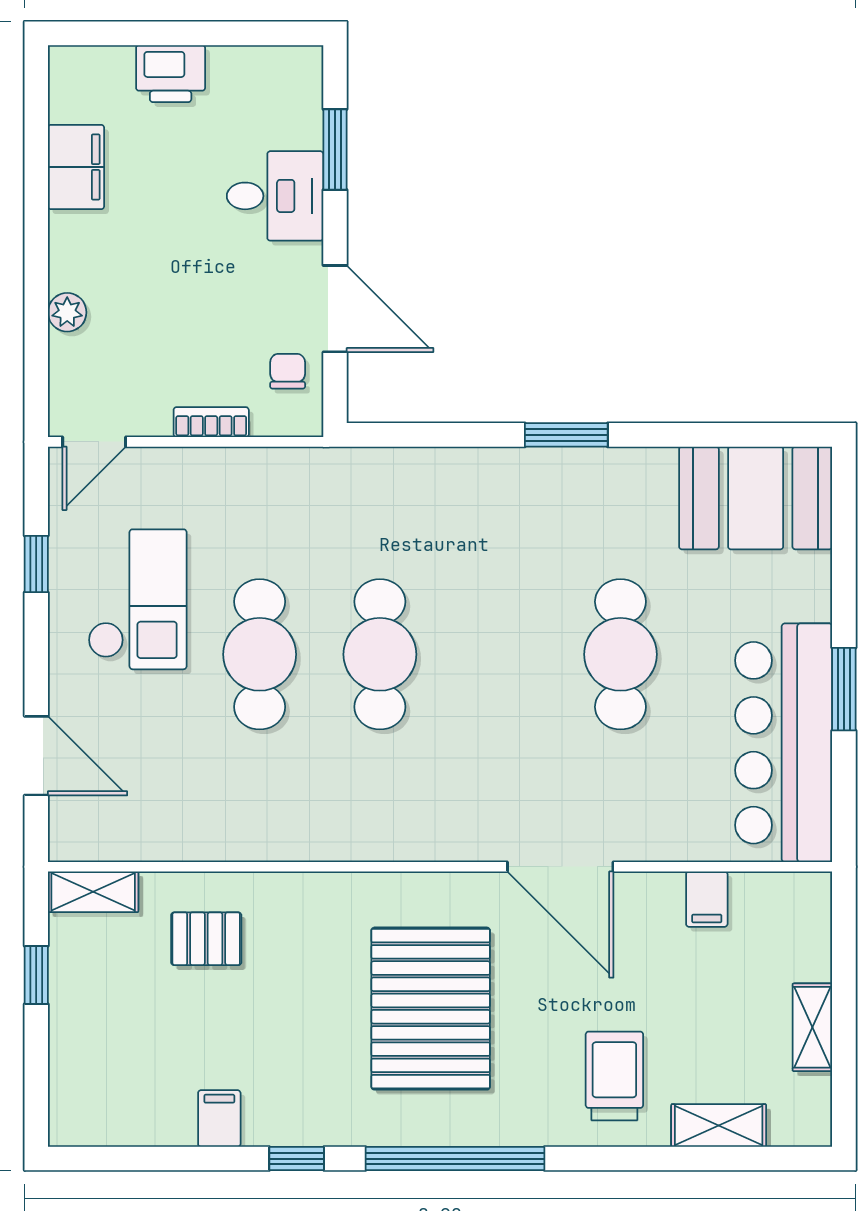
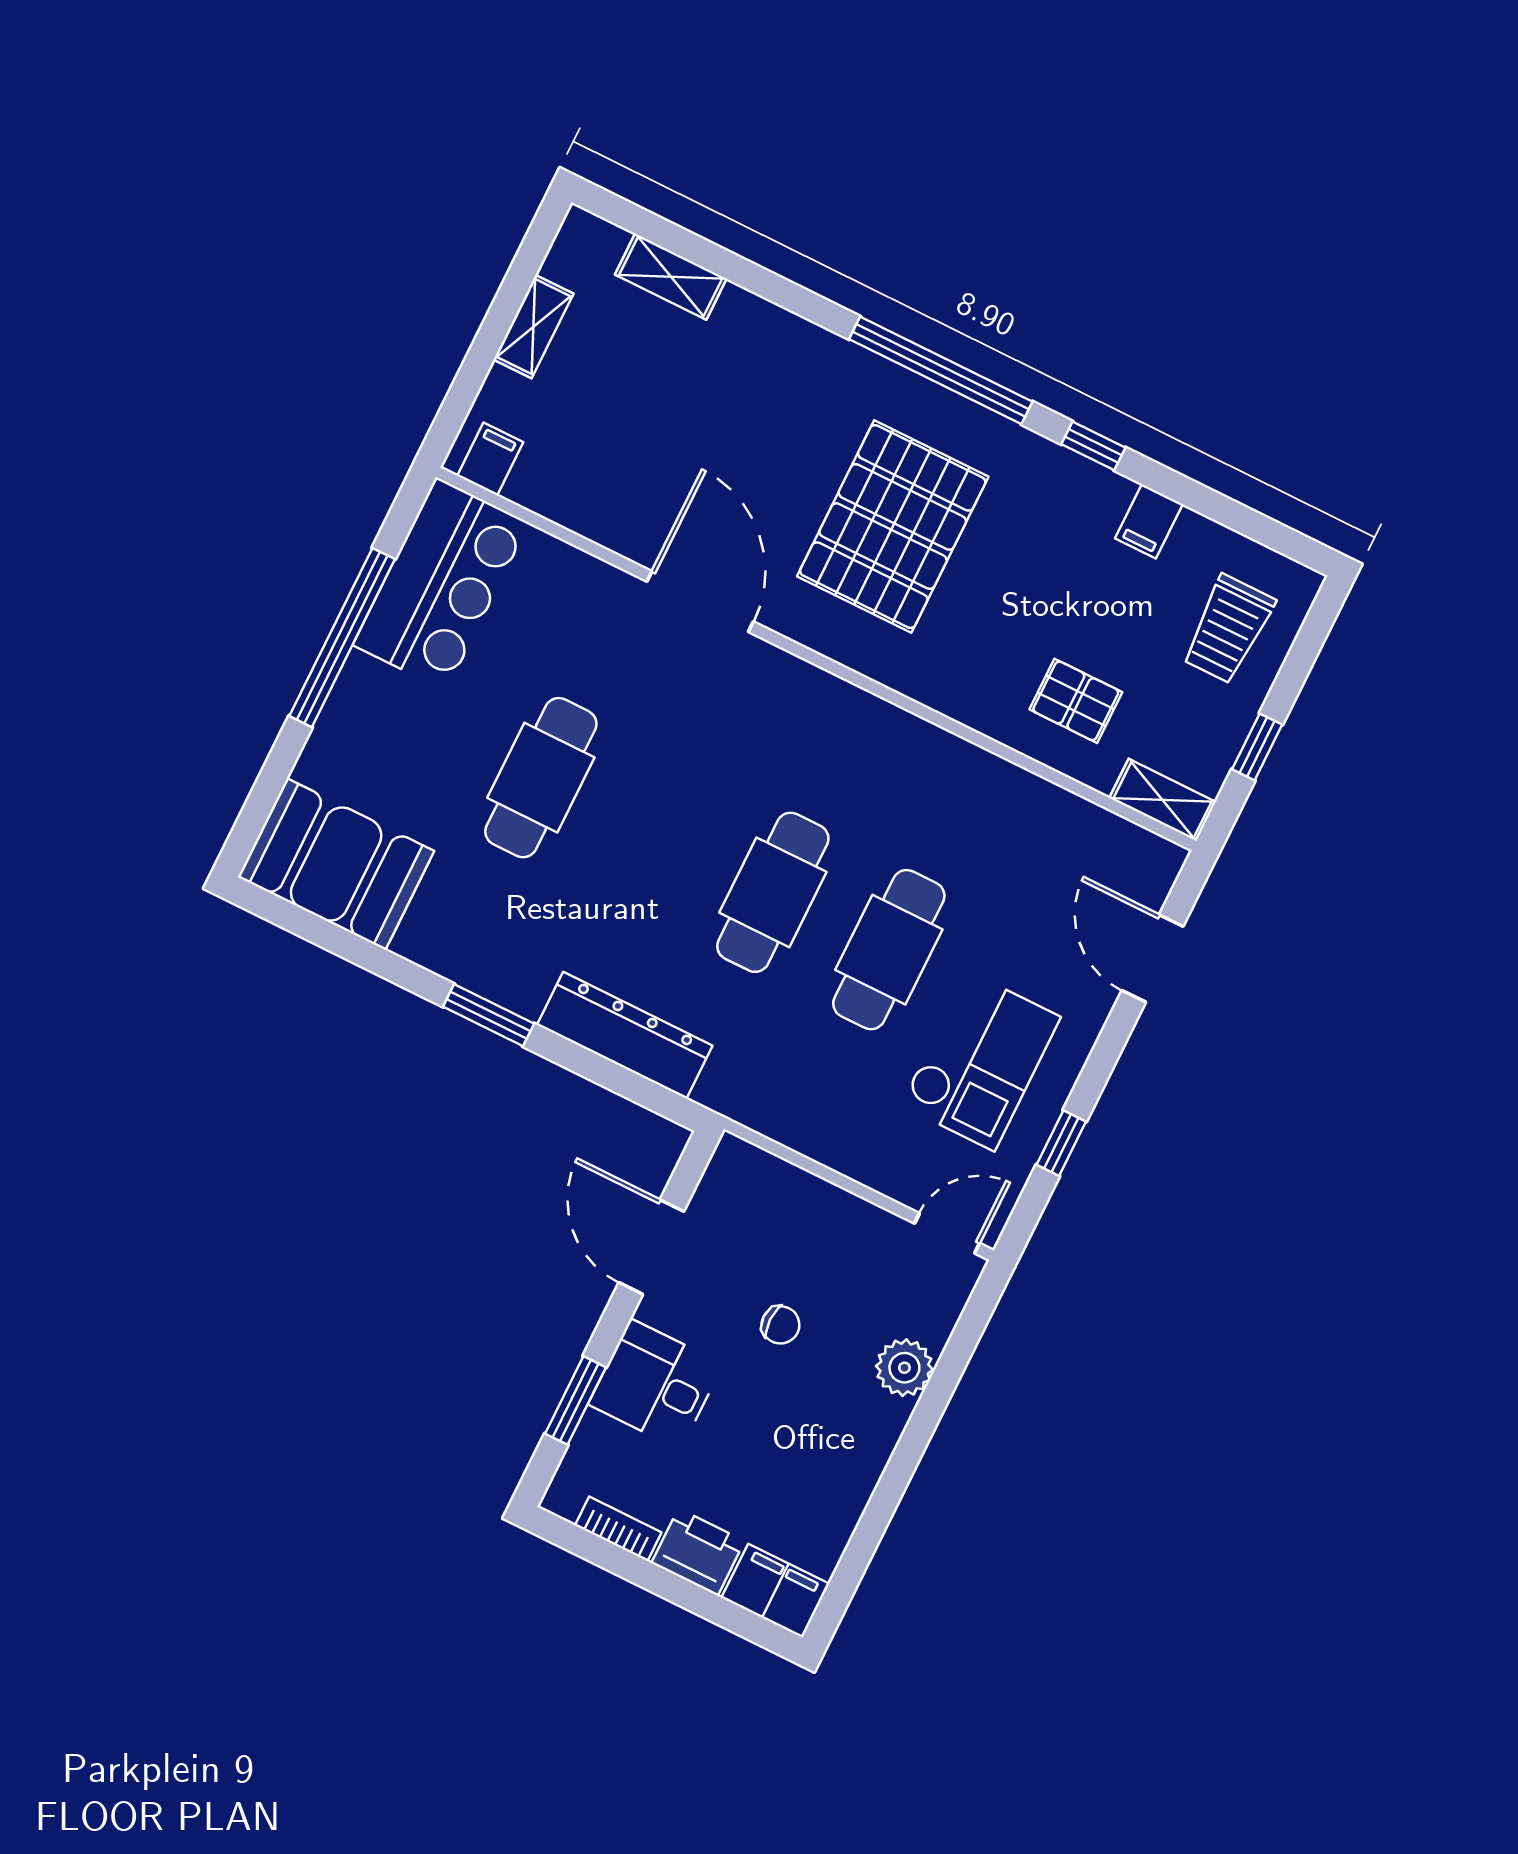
filing cabinet: (76, 167) -> (775, 1591), moved, turned 90
plant: (67, 312) -> (904, 1368), width x1.38, depth x1.38
chair: (288, 371) -> (780, 1325), moved, turned -90
bookcase: (211, 422) -> (618, 1529), moved, turned 180
dresser: (444, 474) -> (625, 1035), added
checkout: (137, 599) -> (980, 1061), turned 180
window: (844, 689) -> (342, 638), width x2.11
bar counter: (784, 743) -> (441, 584), width x0.73
filing cabinet: (707, 899) -> (490, 459), moved
trolley: (614, 1076) -> (1228, 629), moved

